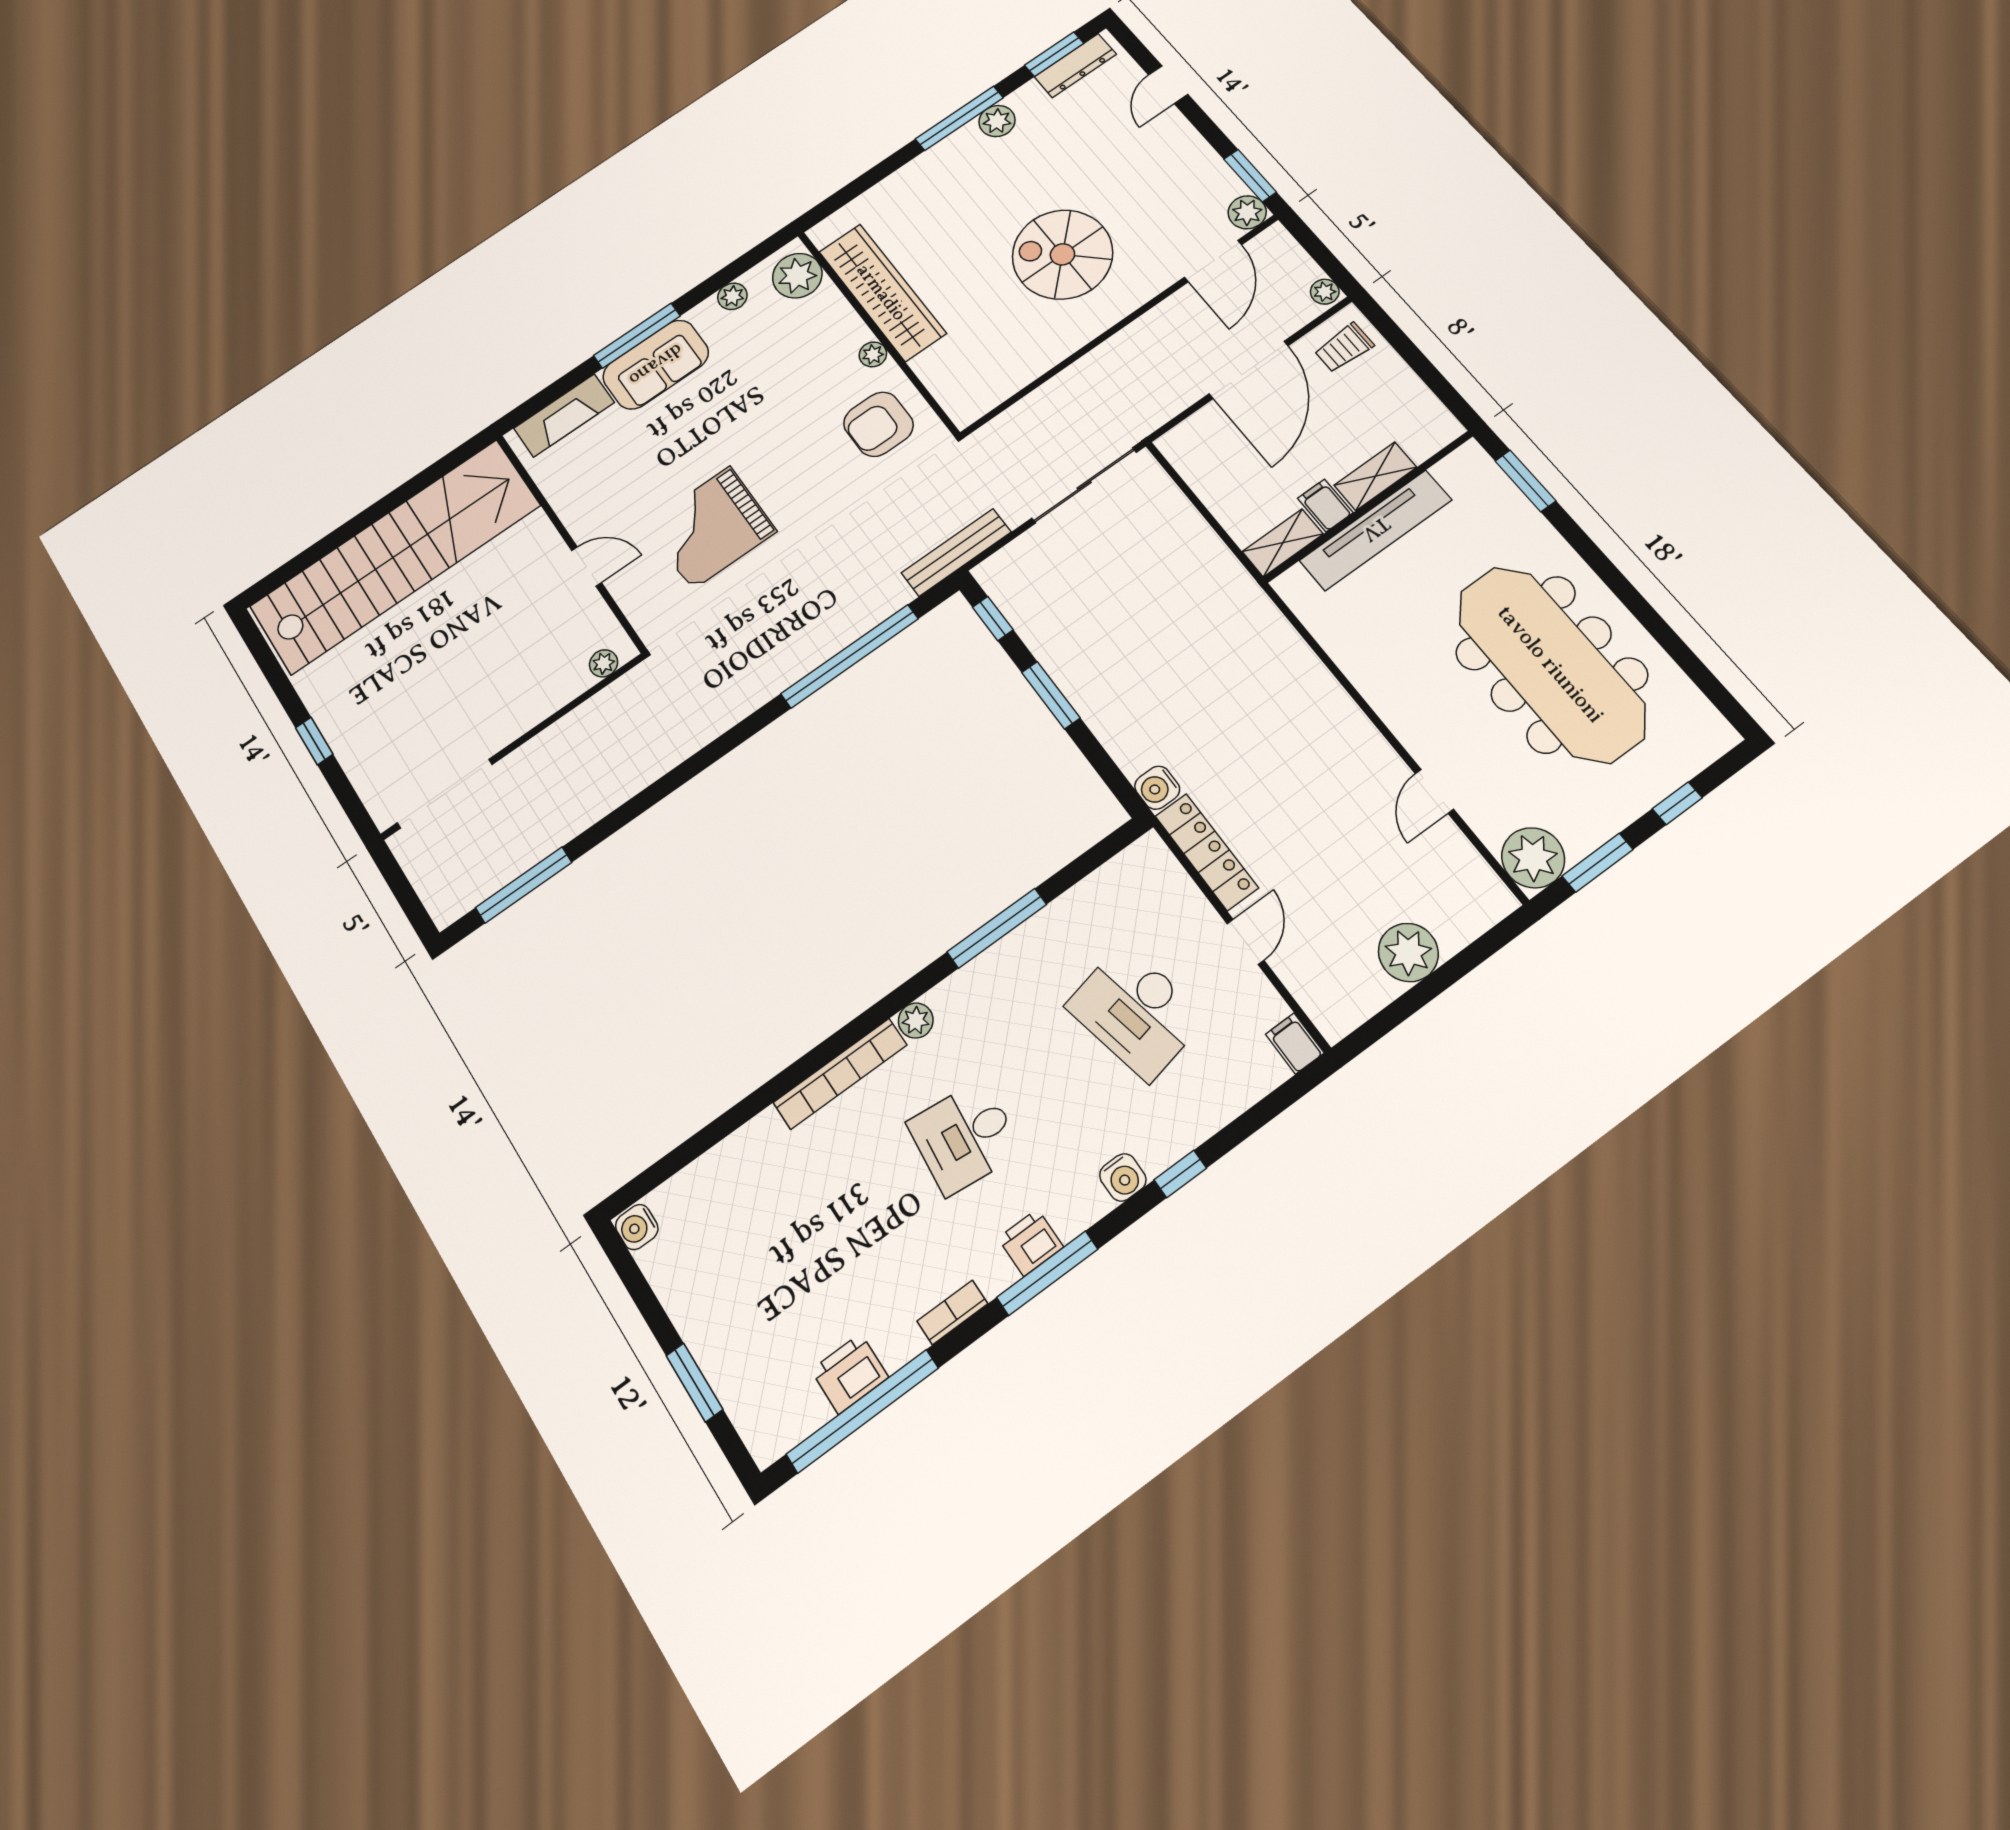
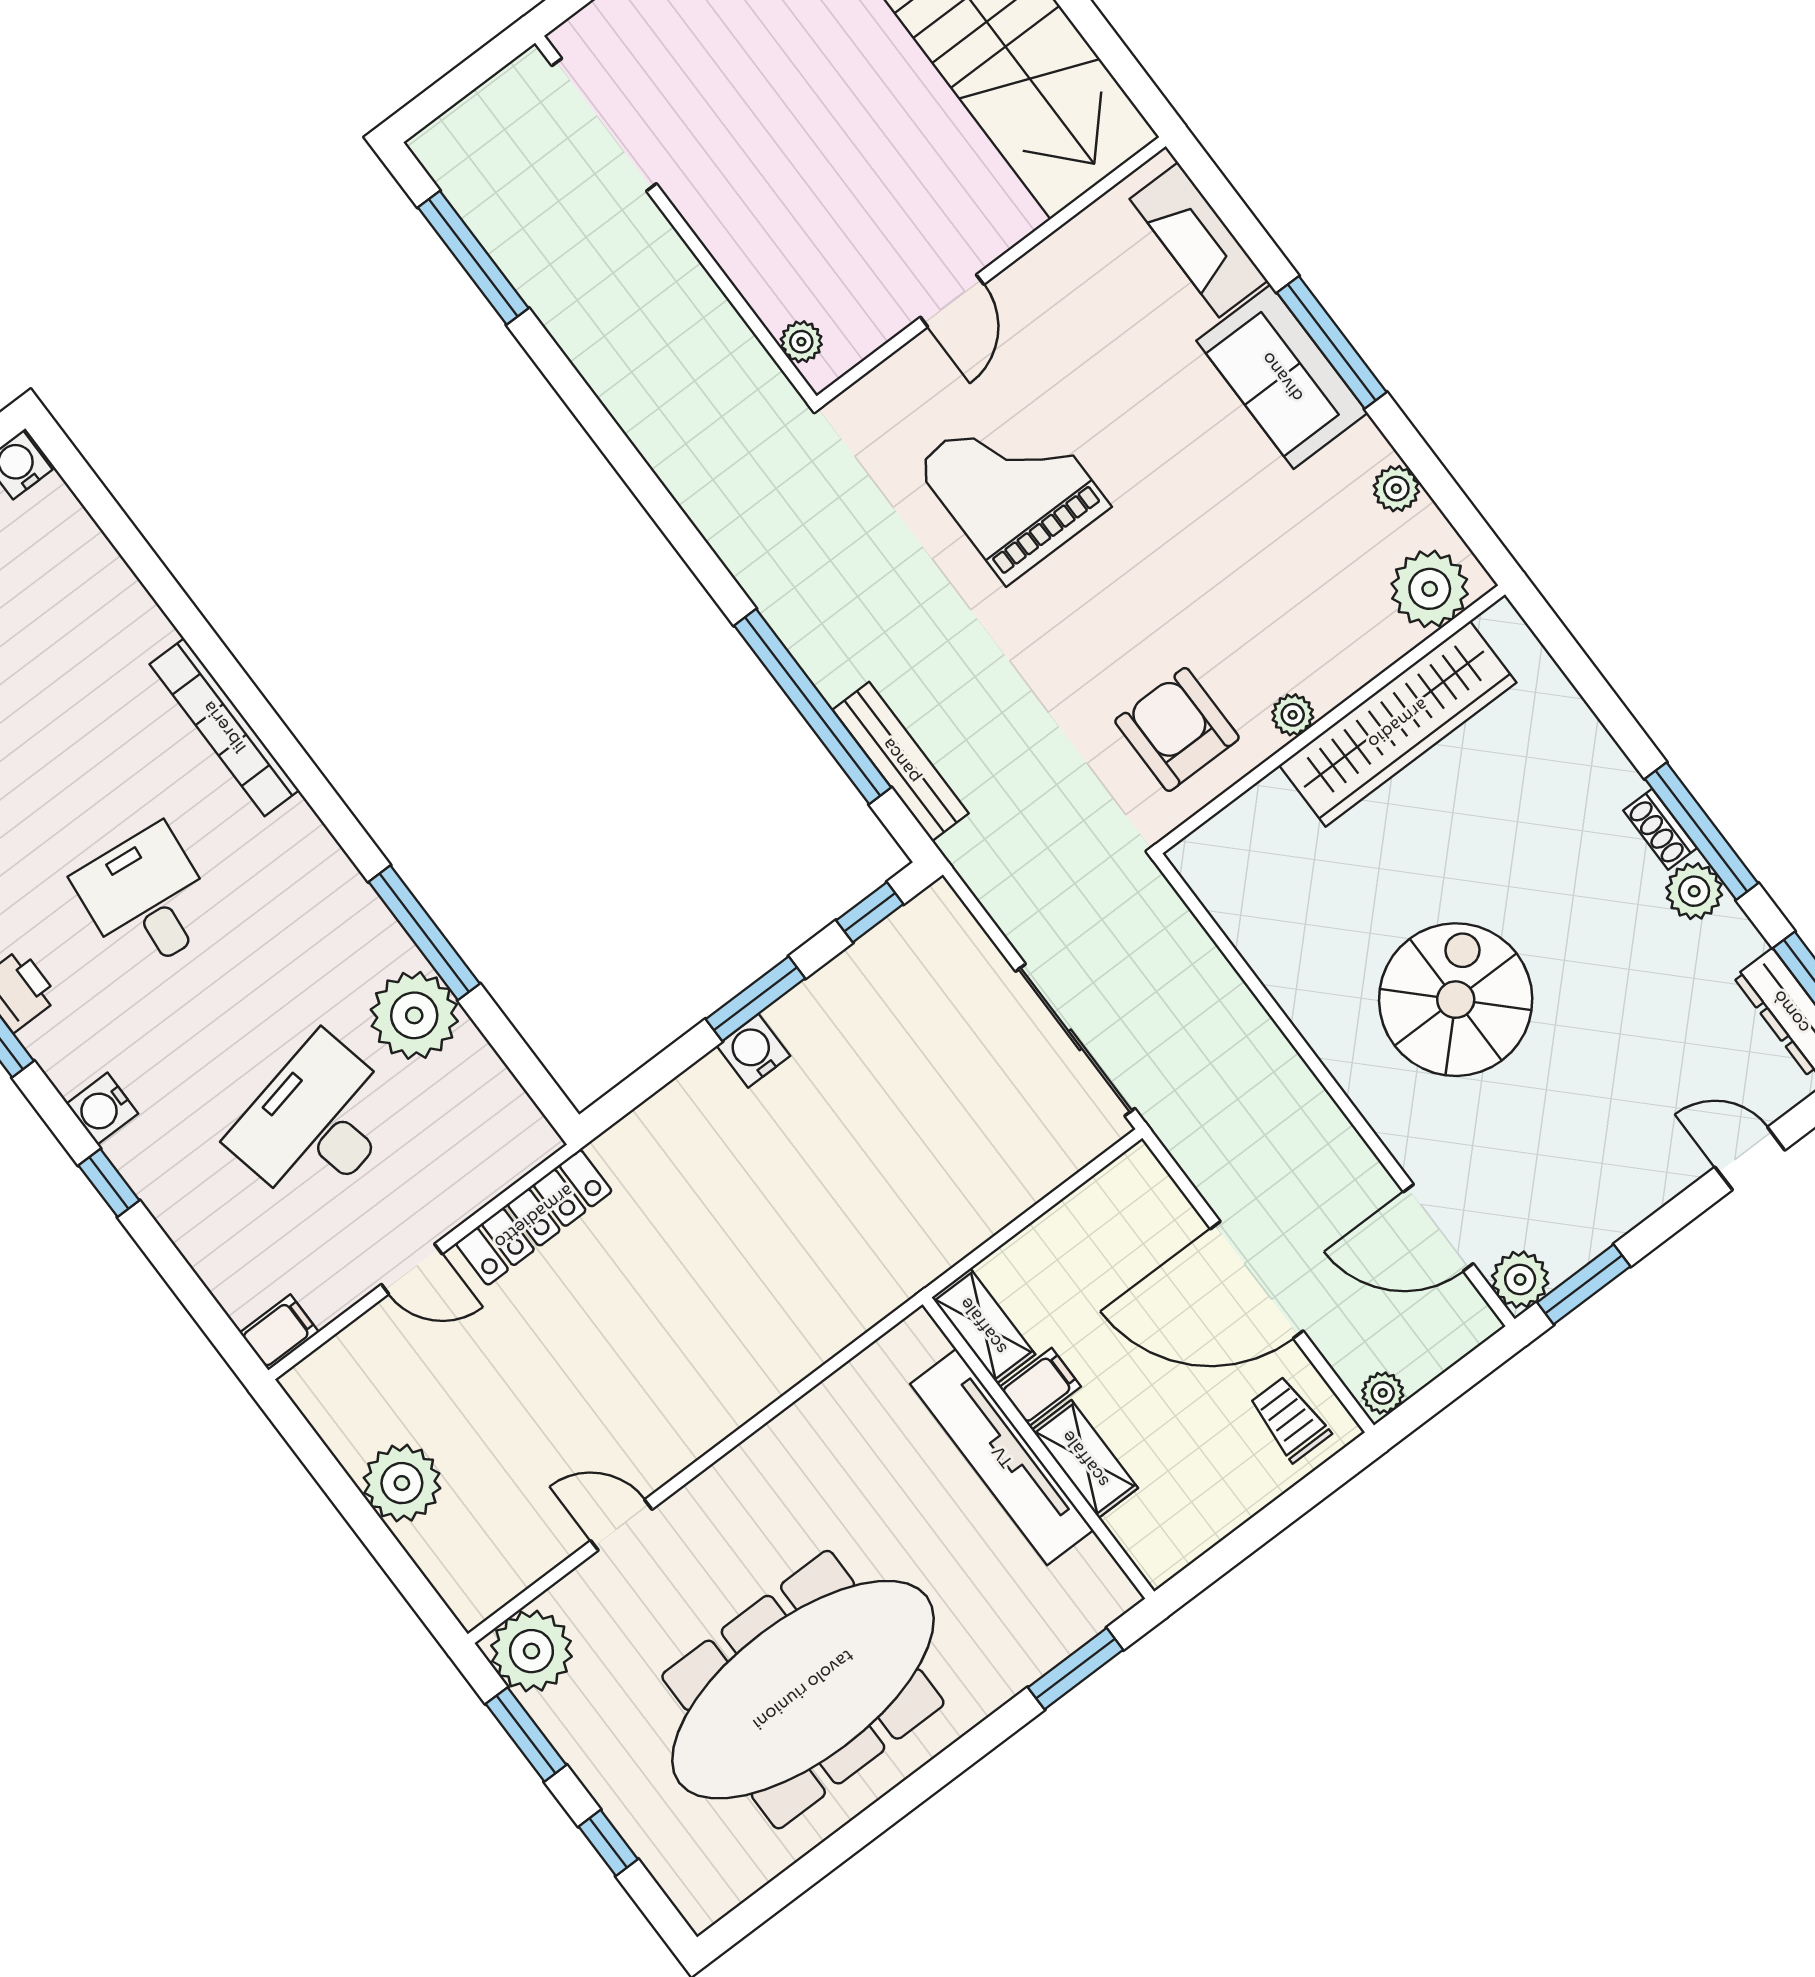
shoe rack: (957, 141) -> (1660, 829), added
bench: (956, 552) -> (901, 761), moved
water cooler: (1157, 788) -> (753, 1051), moved
plant: (916, 1021) -> (414, 1015), moved, width x1.88, depth x1.88

